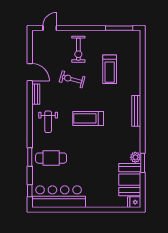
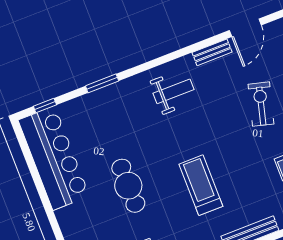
treadmill: (88, 118) -> (201, 185), moved
weight bench: (48, 122) -> (174, 91), turned 180
cafe table: (51, 158) -> (128, 186), moved

